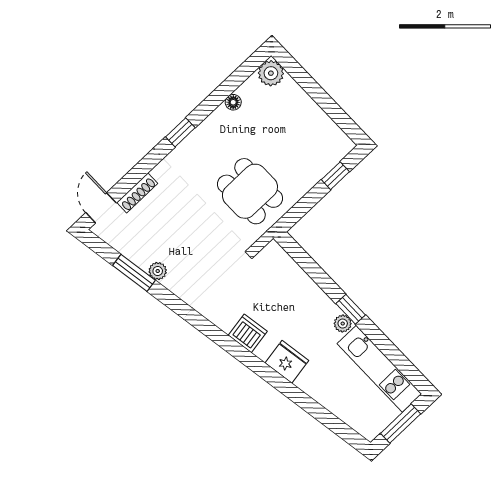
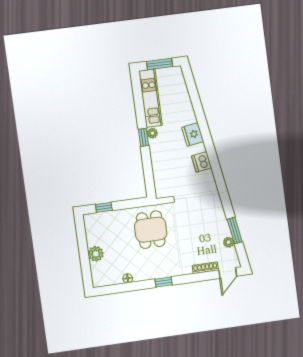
plant: (271, 73) -> (96, 254), moved
plant: (158, 271) -> (229, 242), moved

